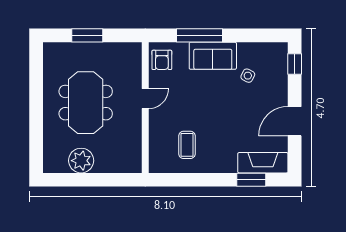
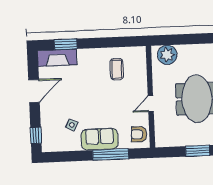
armchair: (162, 60) -> (139, 134), turned -89
plant: (81, 161) -> (167, 55), moved

